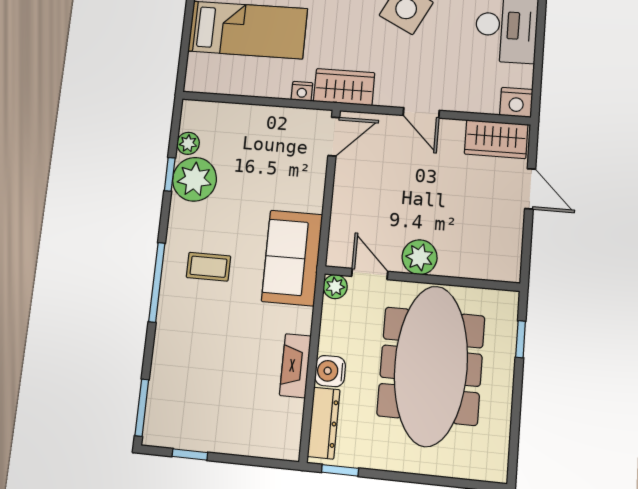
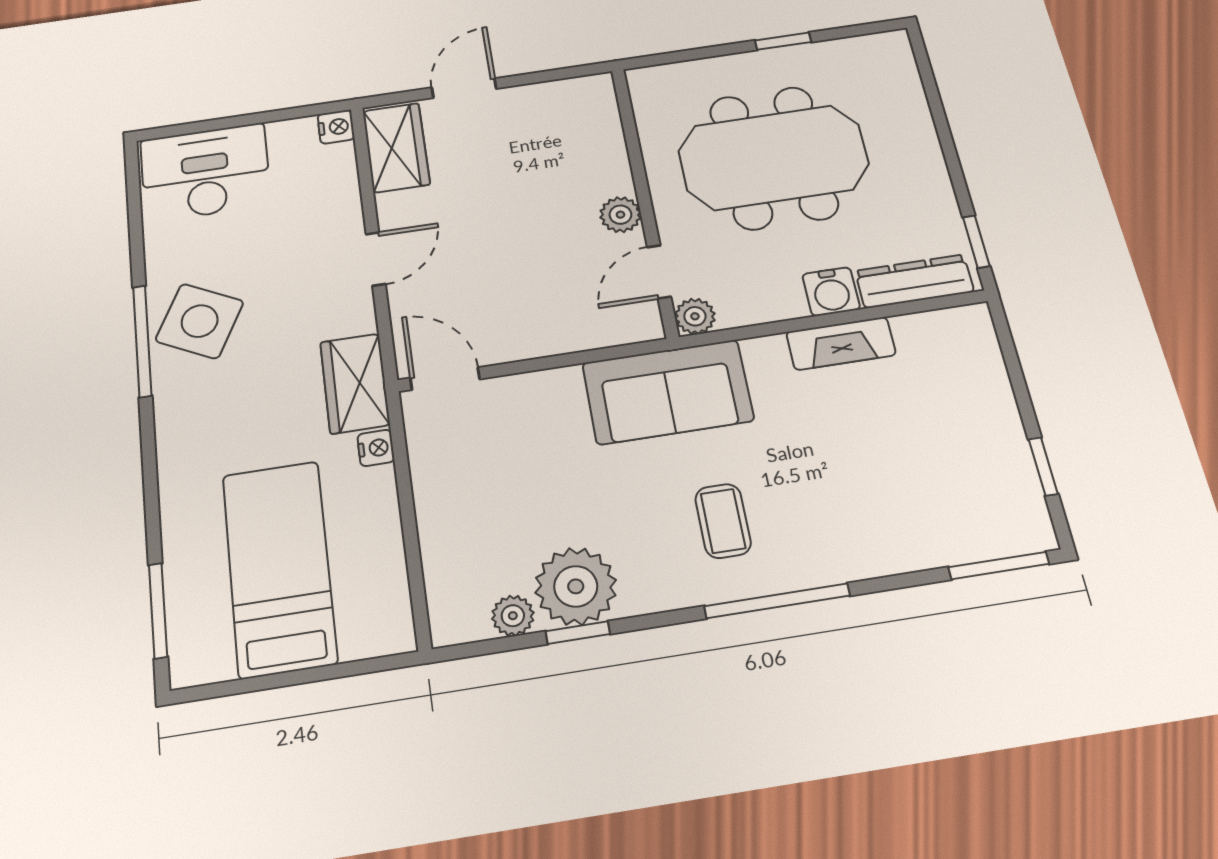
nightstand: (516, 102) -> (336, 127), width x0.72, depth x0.74
plant: (420, 257) -> (620, 215), width x0.73, depth x0.73
window: (521, 339) -> (783, 41), moved
meeting table: (431, 366) -> (773, 157), width x0.73

